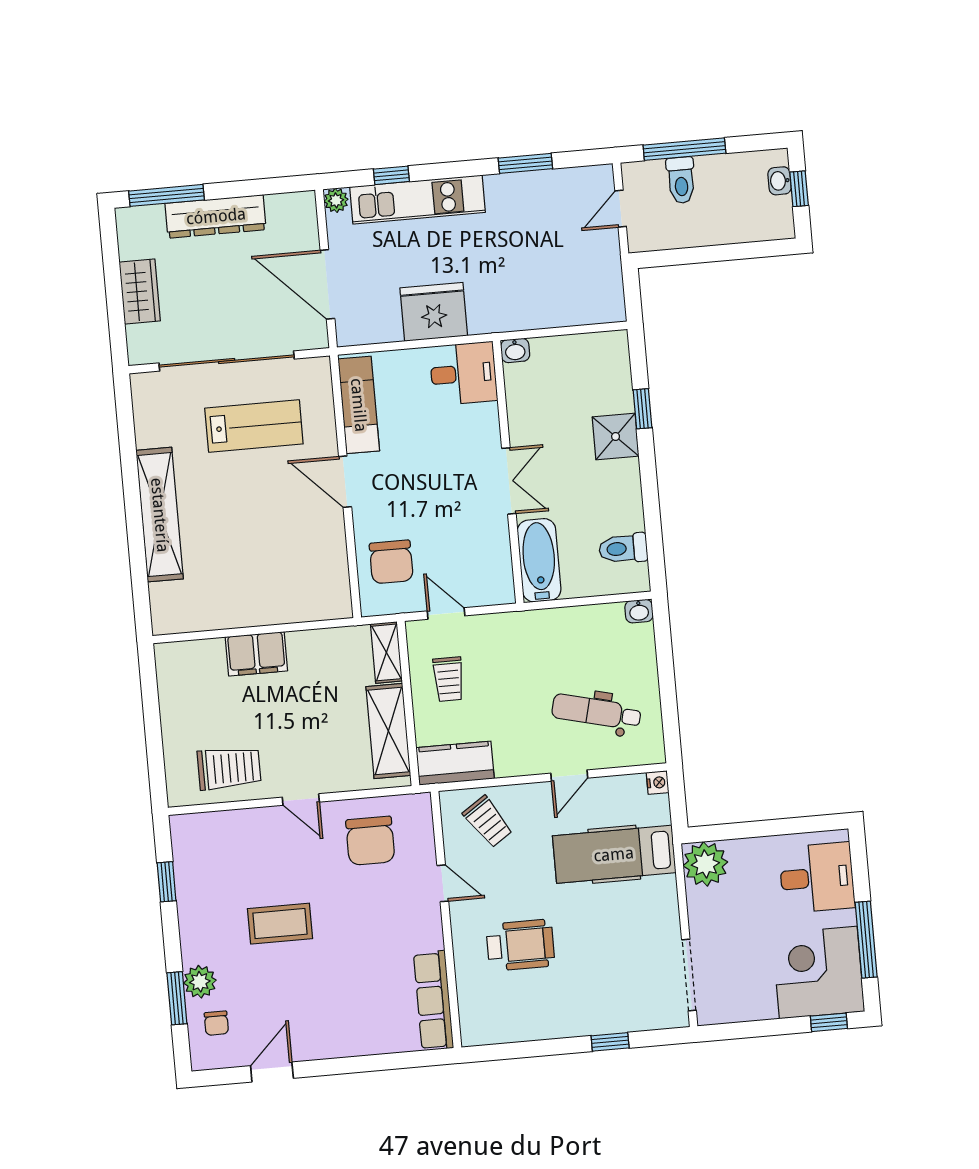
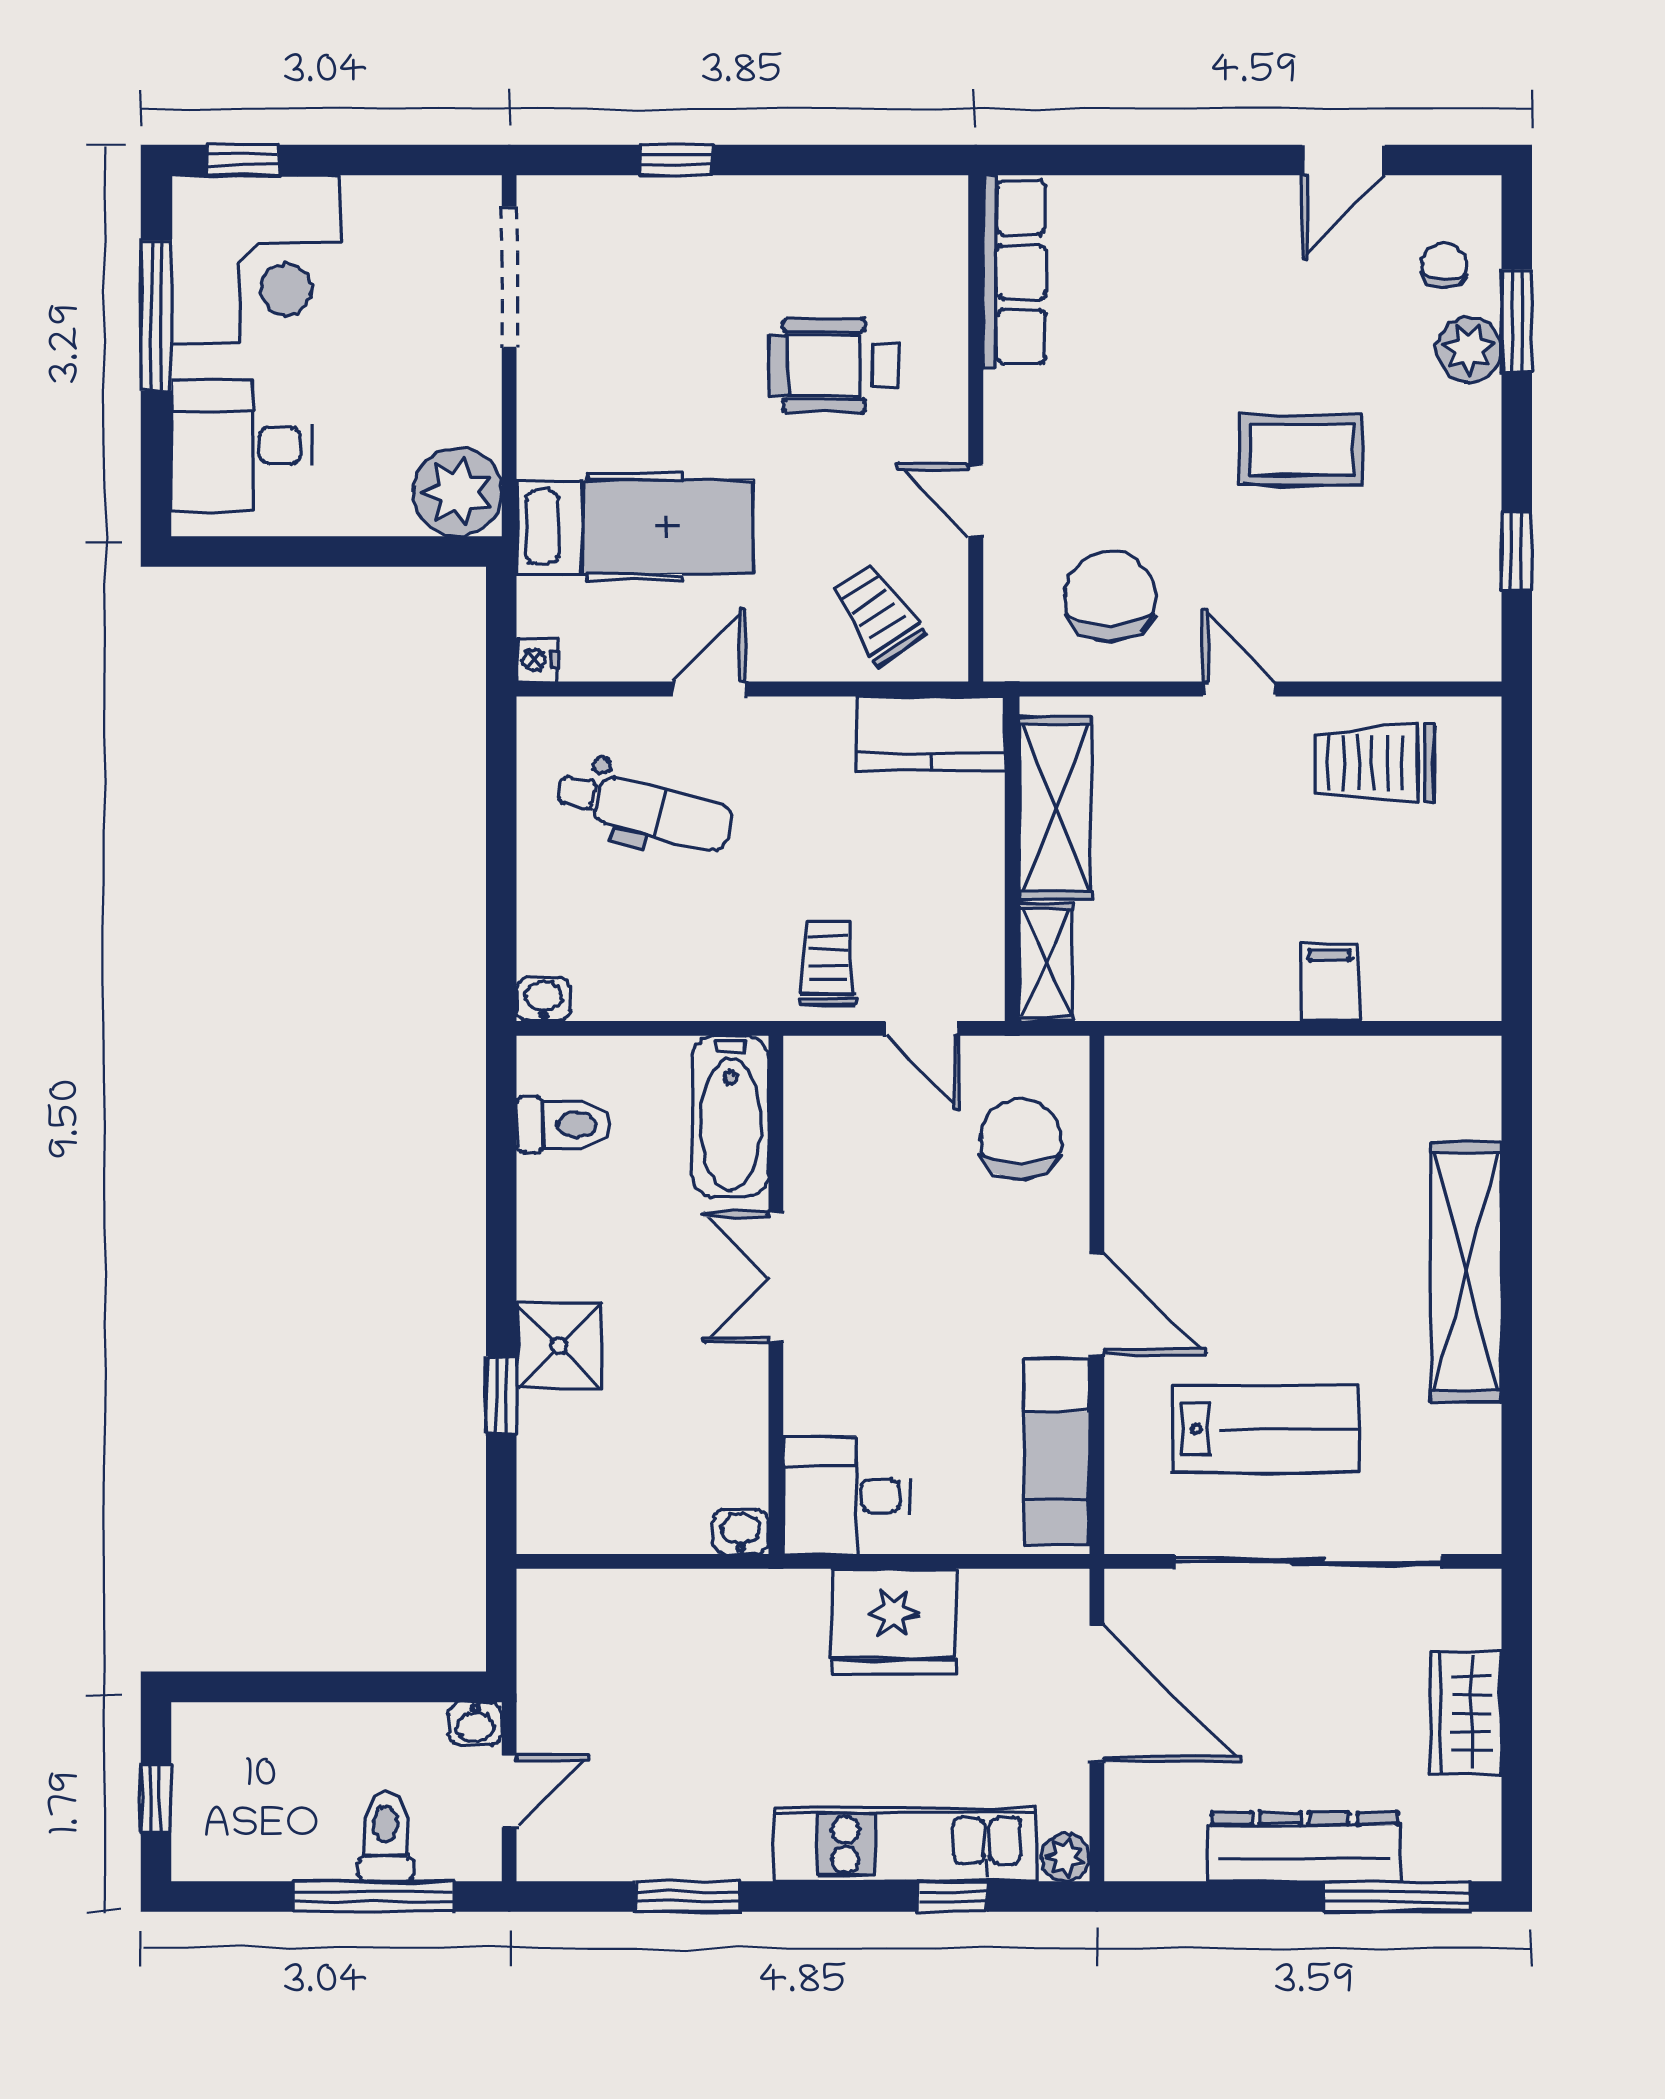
washbasin: (780, 181) -> (475, 1724), moved, turned 90
lab bench: (254, 426) -> (1266, 1429), turned 180
filing cabinet: (256, 654) -> (1330, 982), width x0.50
trolley: (448, 679) -> (828, 963), moved

